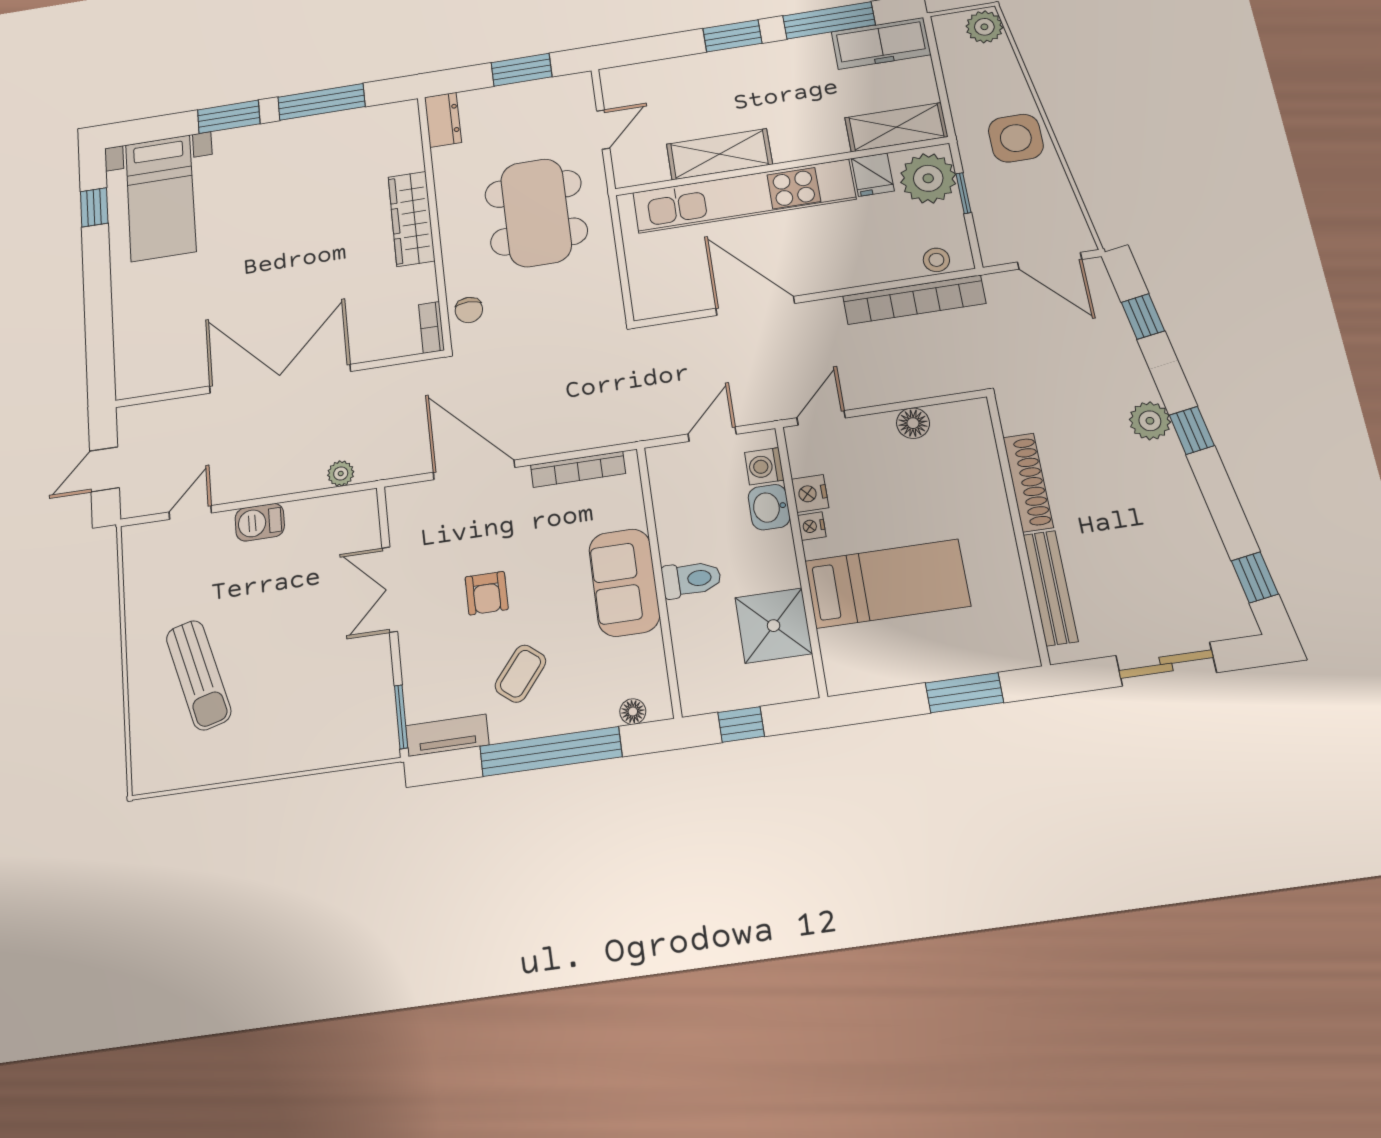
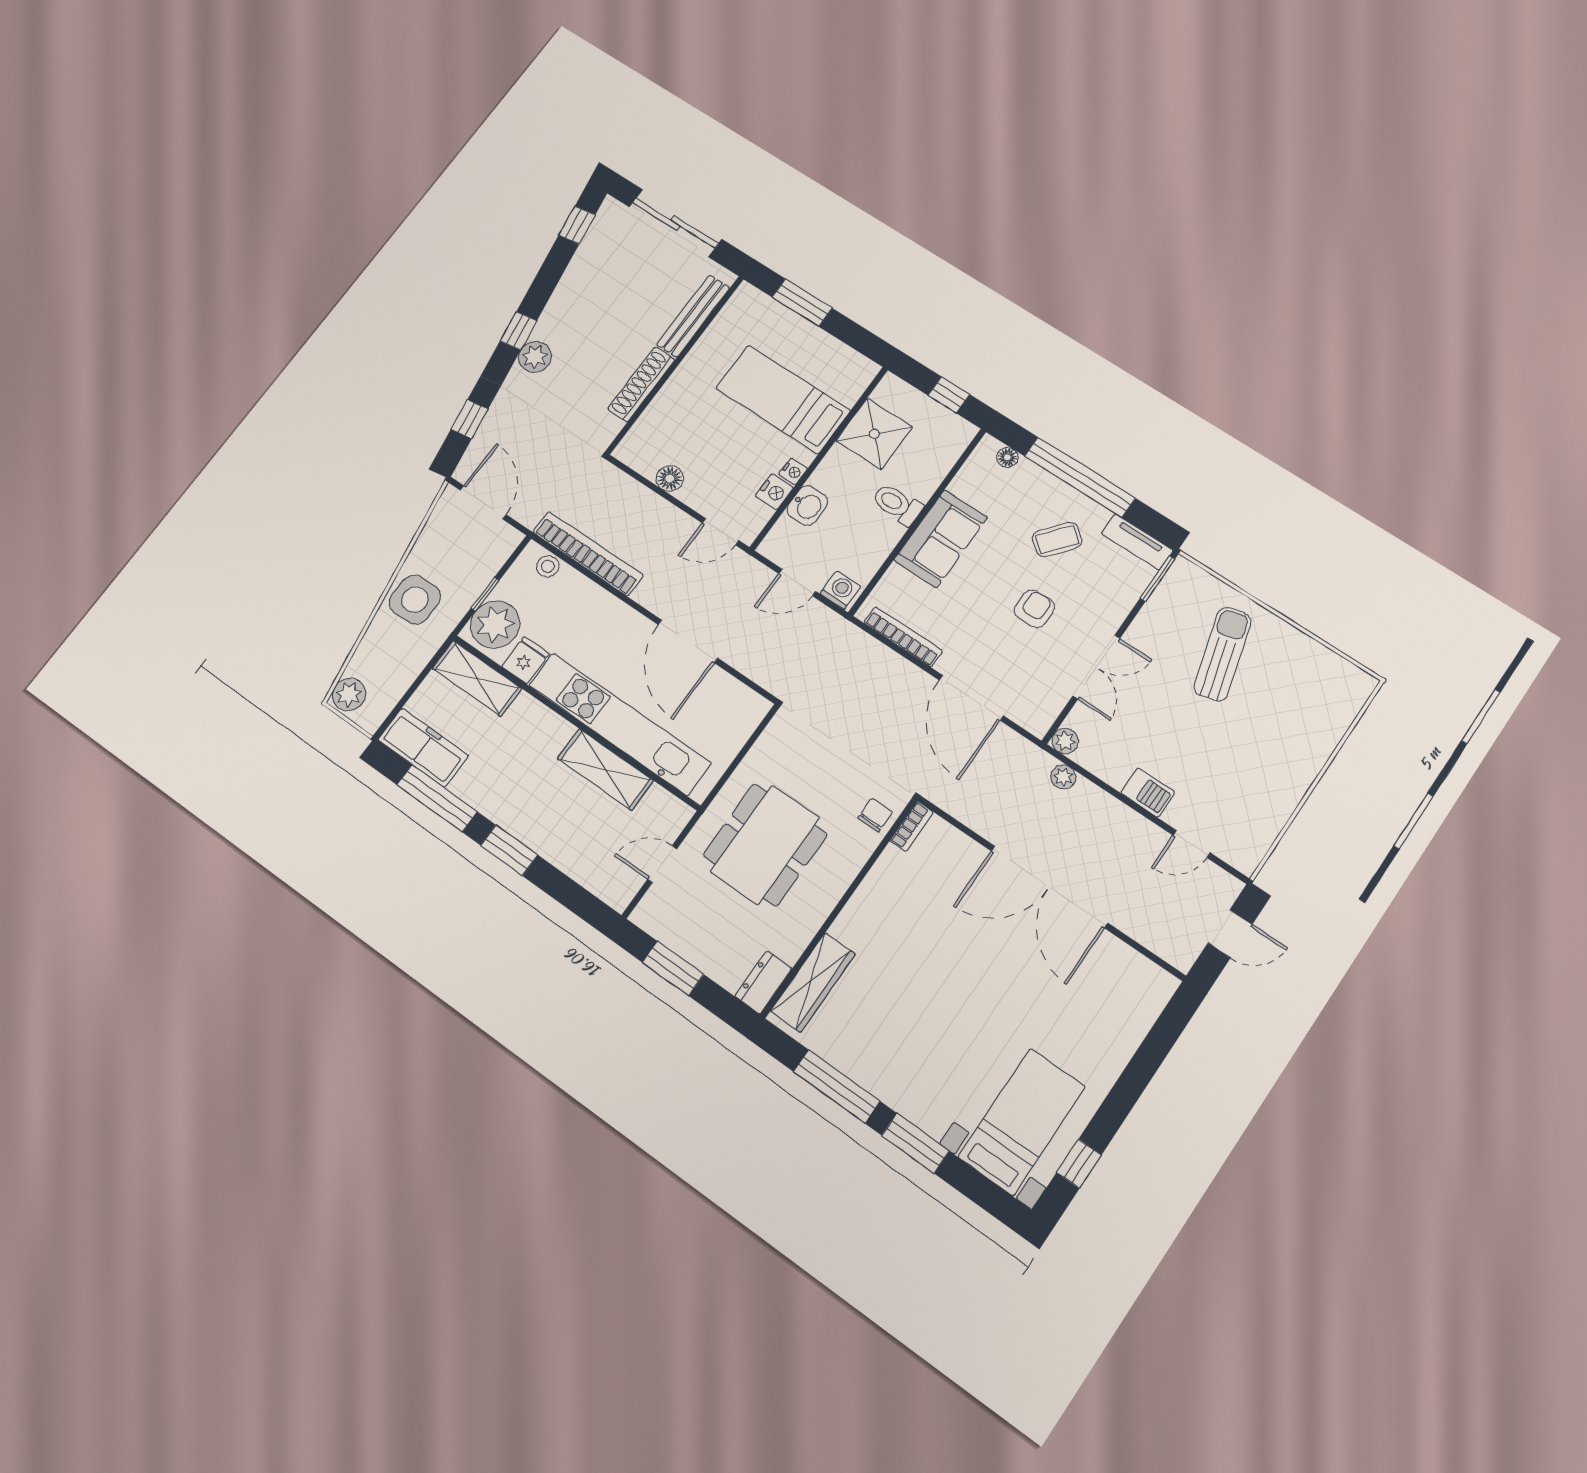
wardrobe: (411, 219) -> (813, 982), moved
washing machine: (764, 466) -> (840, 590), moved, turned -90
plant: (364, 504) -> (1065, 741), added
sliding door: (1166, 664) -> (675, 223), width x1.37
sun lounger: (199, 675) -> (1223, 654), moved

